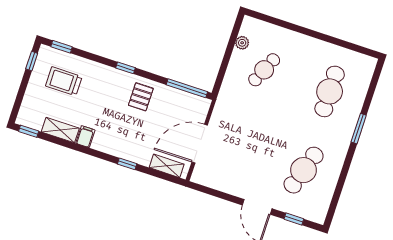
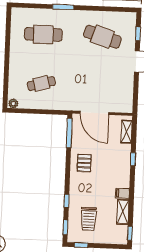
plant: (242, 43) -> (13, 103), moved
window: (125, 68) -> (66, 201), moved
cafe table: (264, 70) -> (41, 84), turned -39
pallet: (141, 97) -> (84, 163), turned 90
door: (200, 144) -> (94, 113), moved

